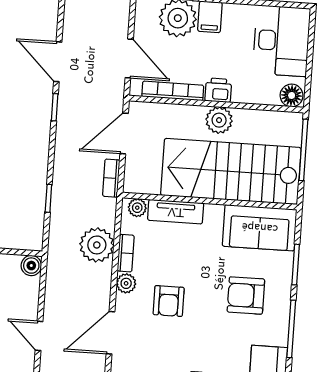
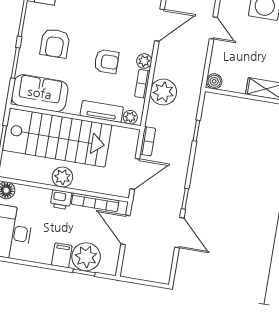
armchair: (246, 295) -> (55, 43), turned 90
armchair: (169, 301) -> (107, 62), moved, turned 90

